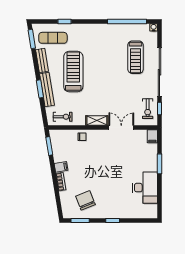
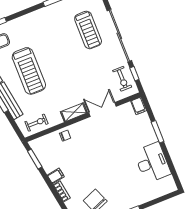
treadmill: (73, 72) -> (29, 71), turned 180

